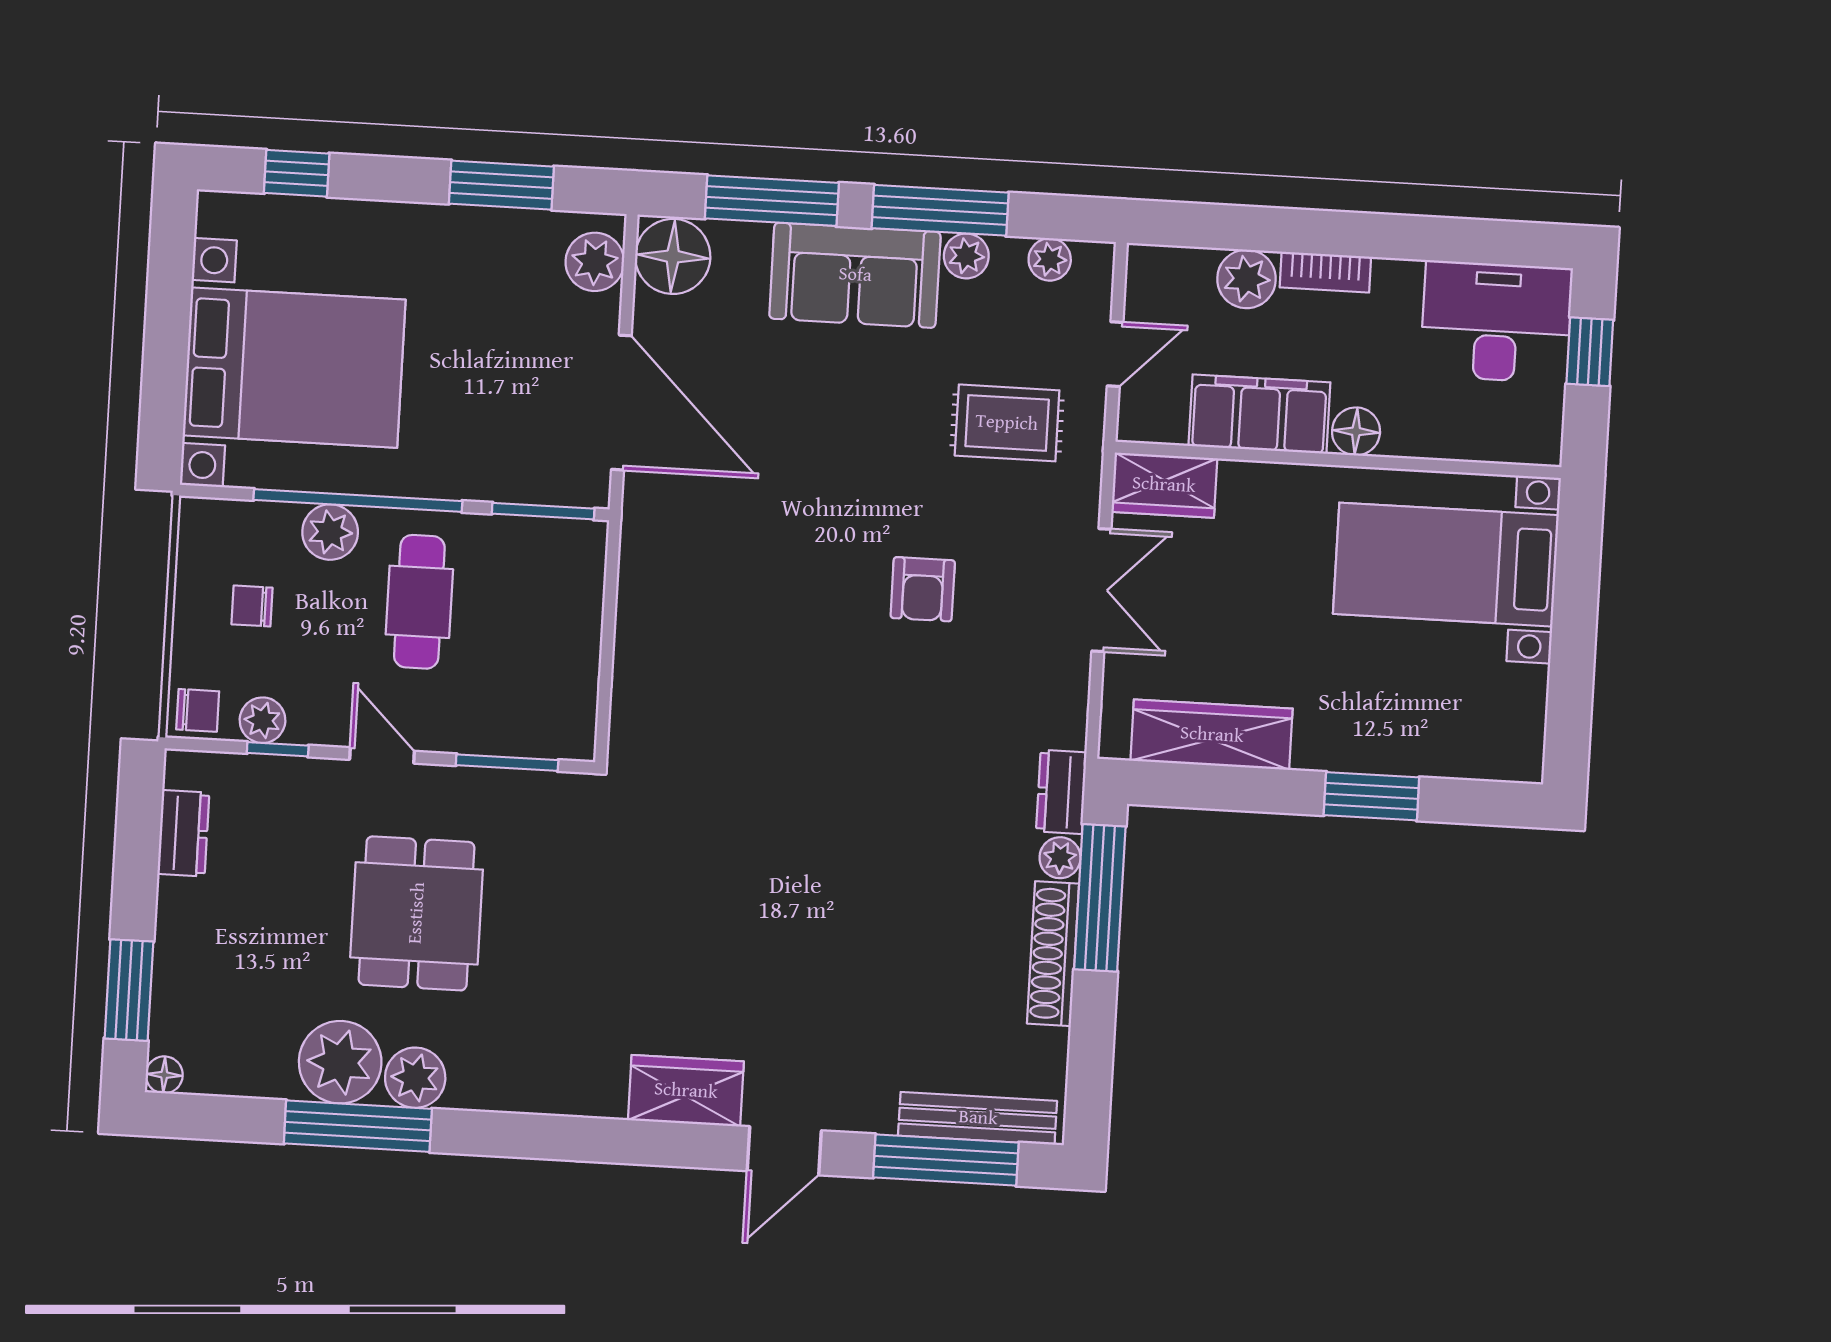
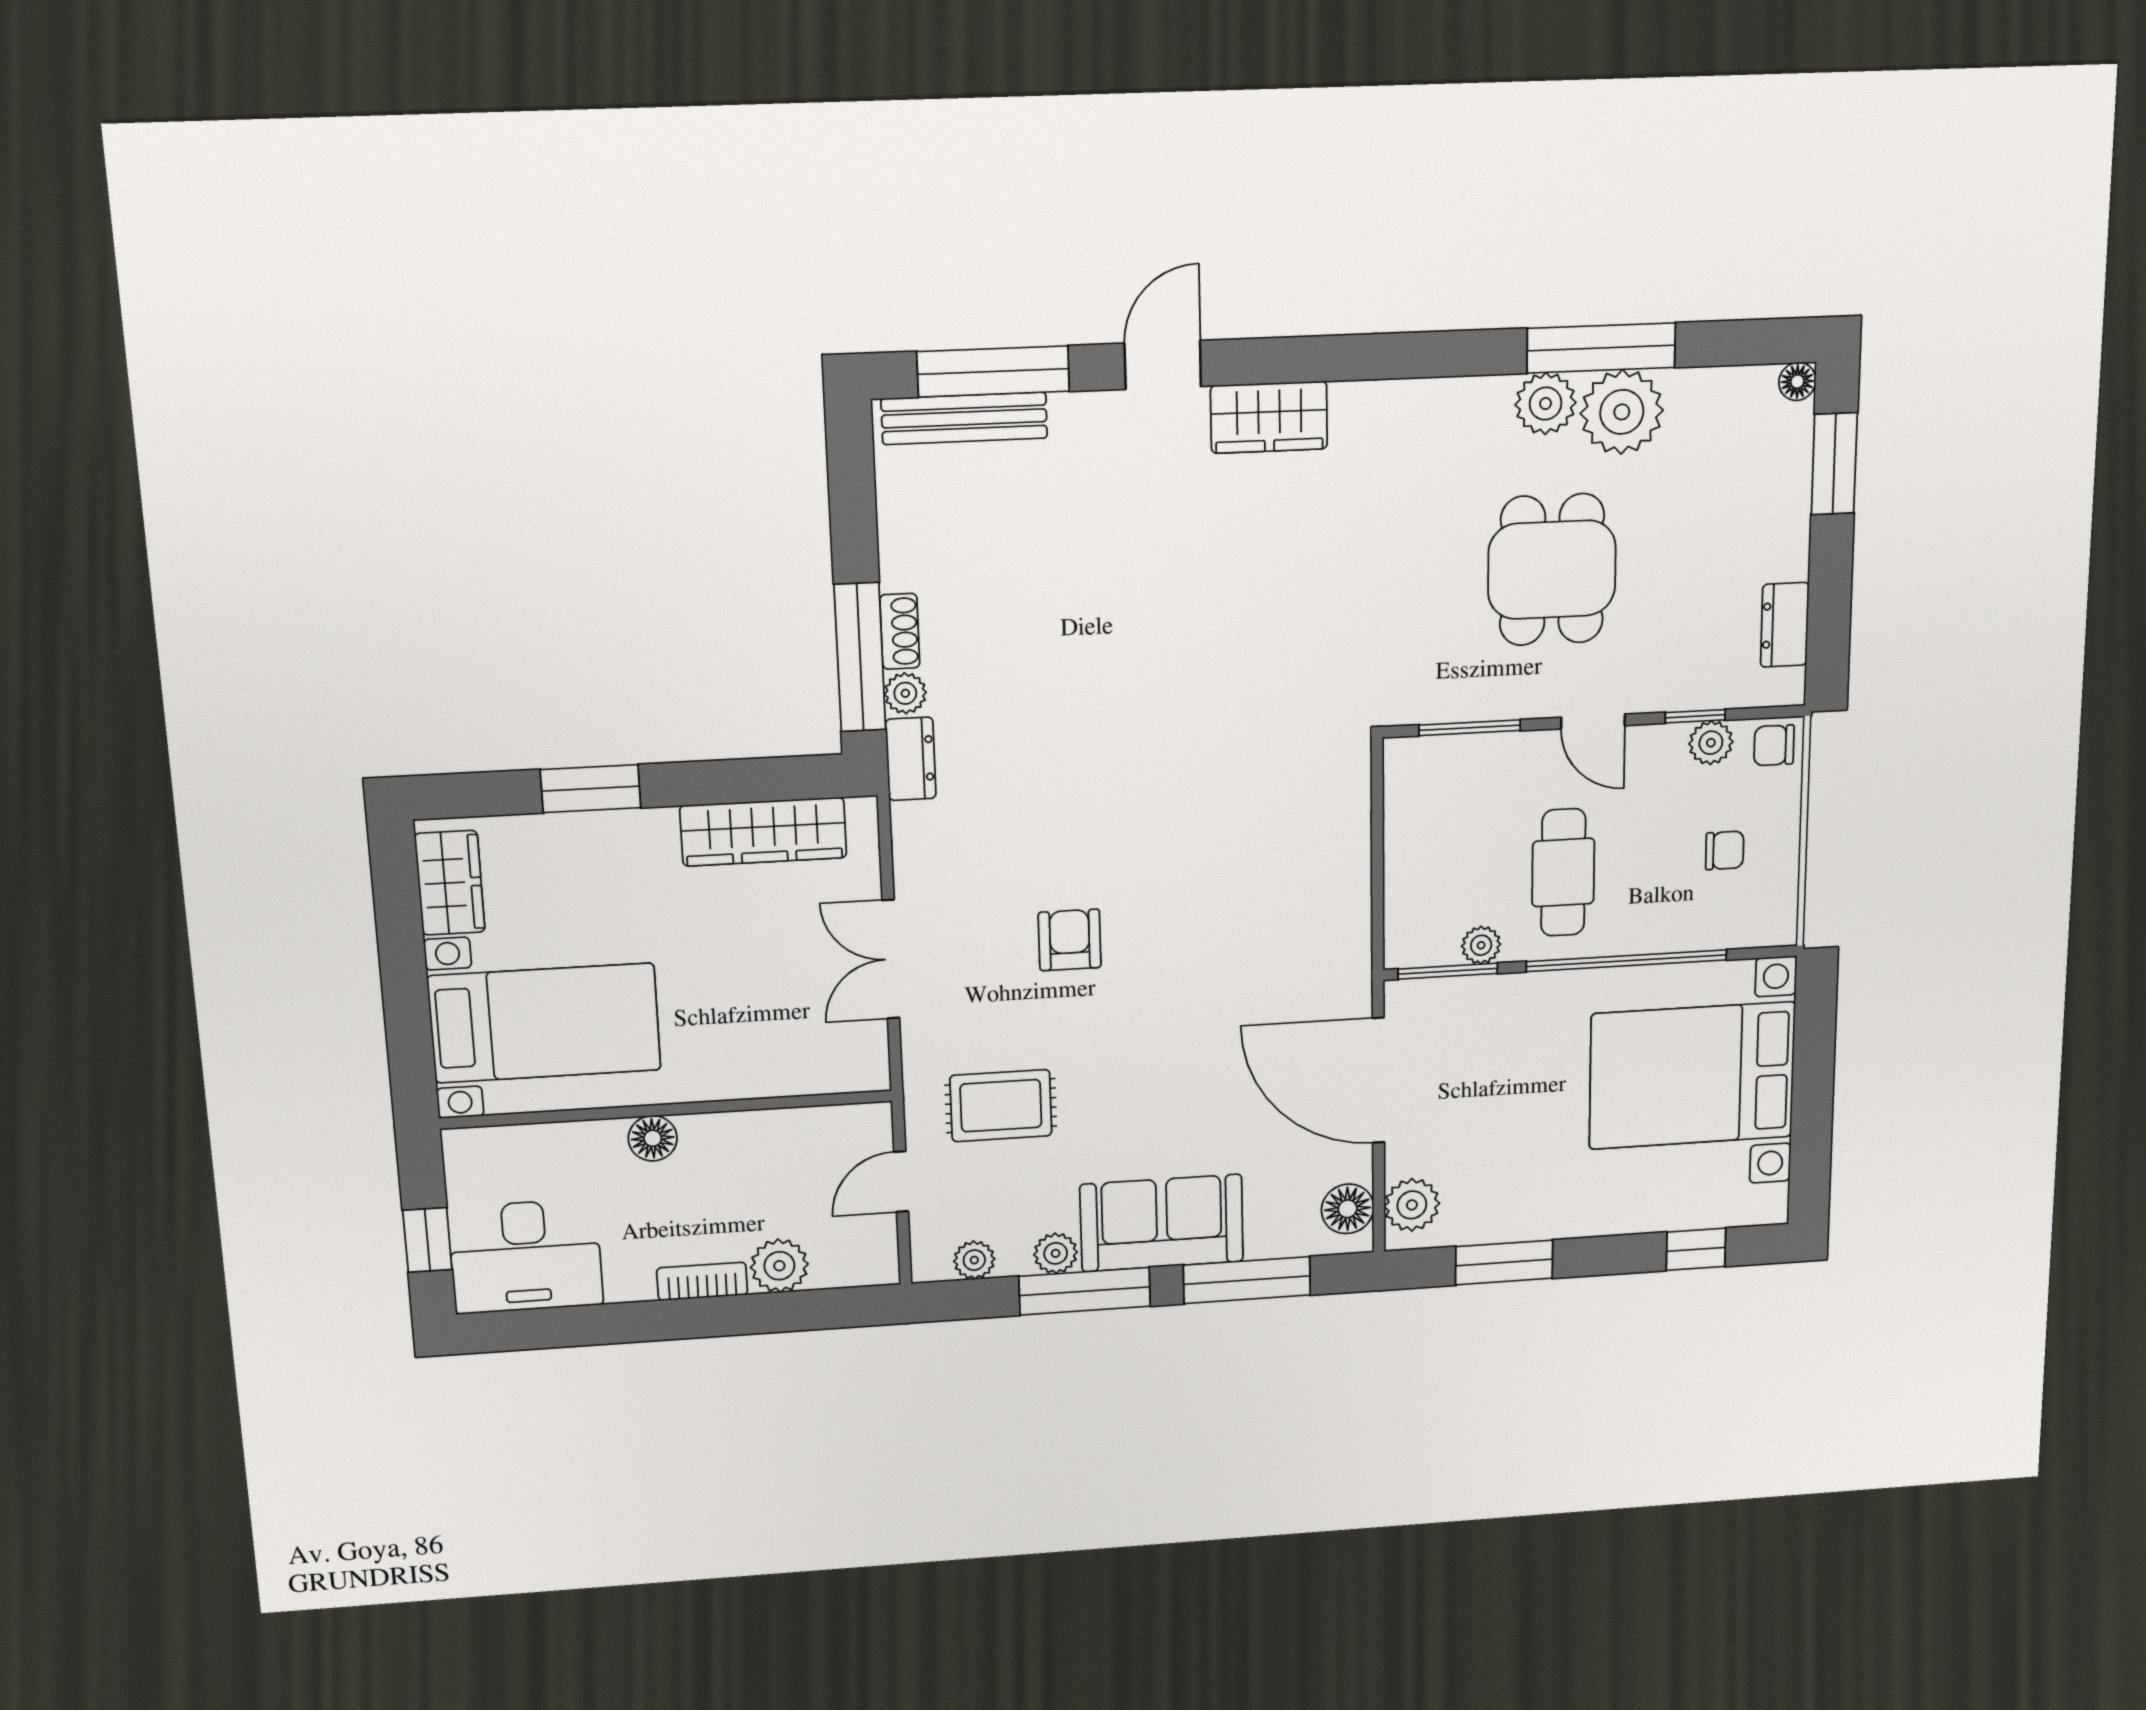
floor lamp: (673, 256) -> (1348, 1209), width x0.73, depth x0.73
filing cabinet: (1259, 414) -> (751, 1143), removed
wardrobe: (1164, 485) -> (450, 883), moved, turned 90
plant: (330, 532) -> (1481, 945), moved, width x0.73, depth x0.73
shoe rack: (1053, 954) -> (900, 631), width x0.51, depth x0.81

